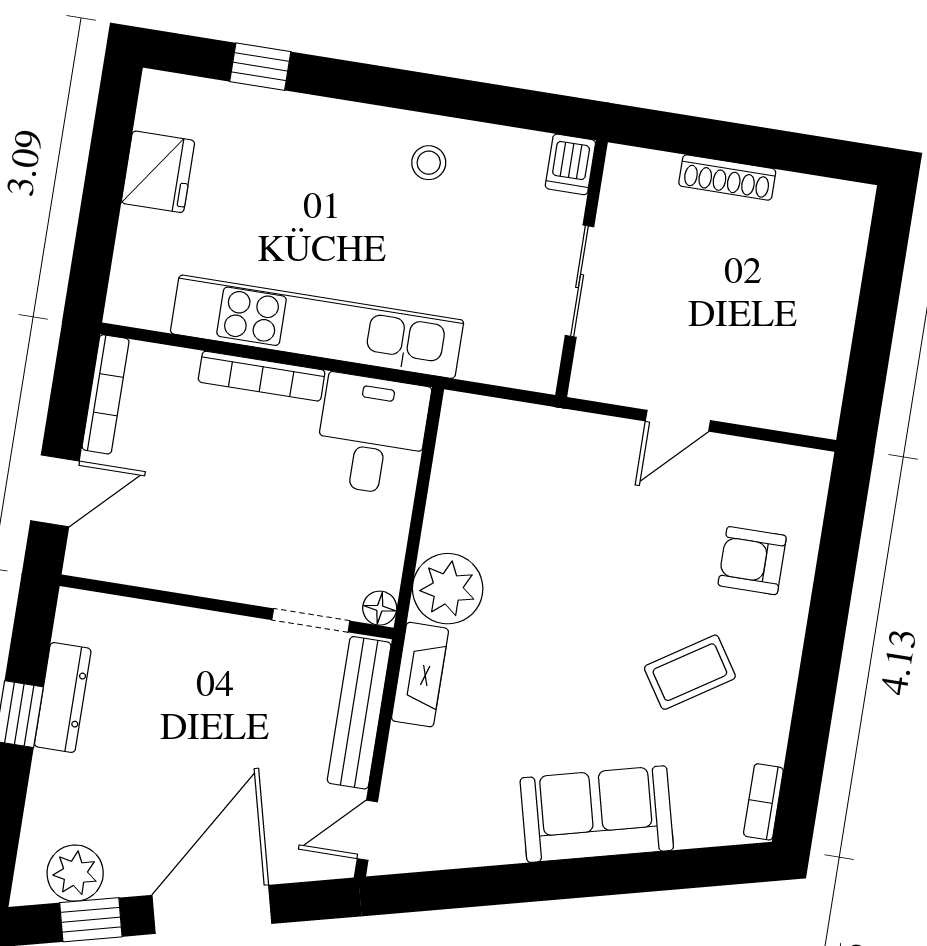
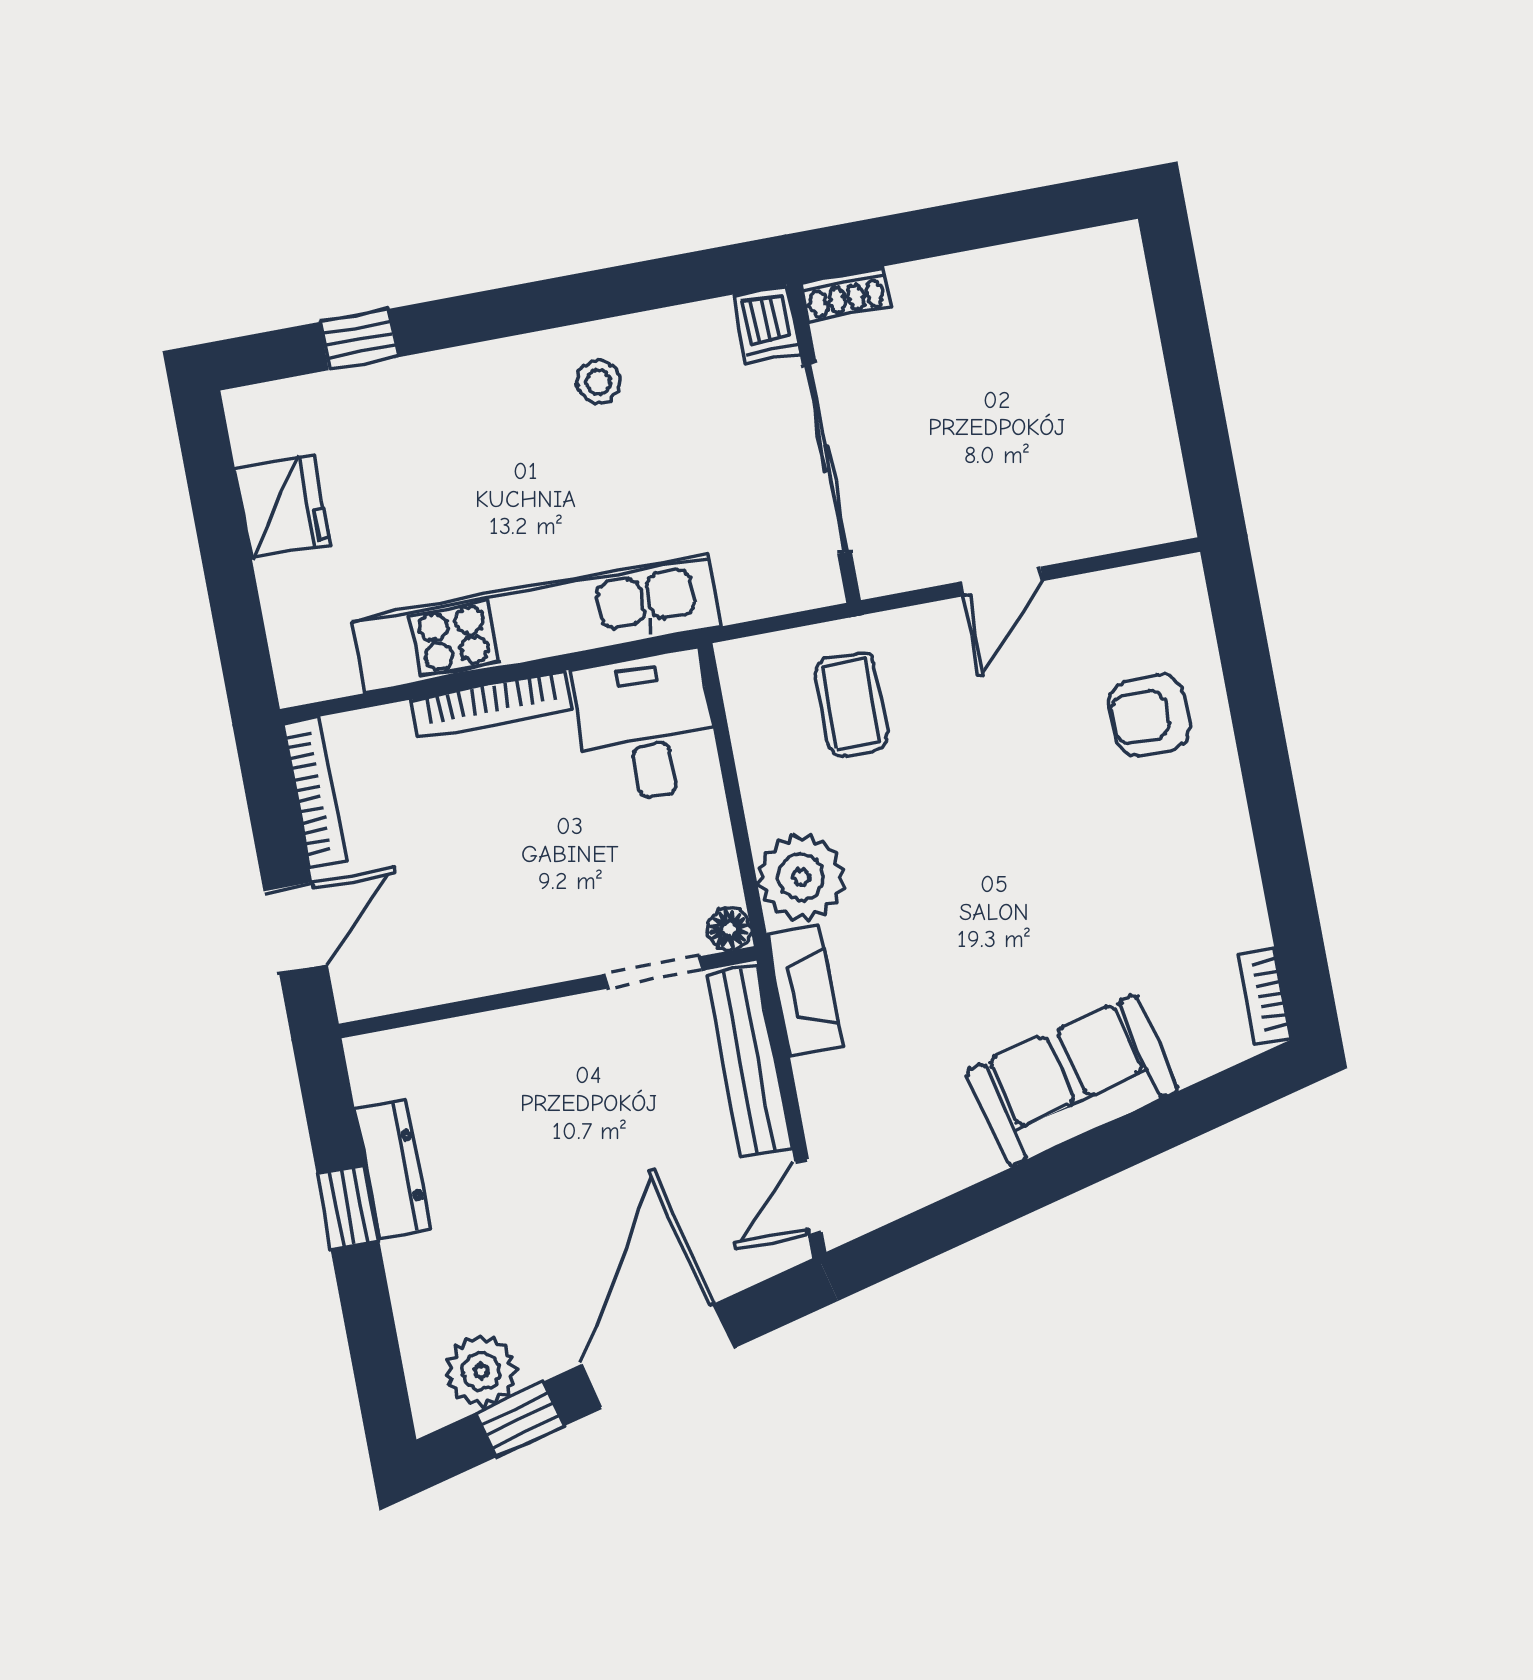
shoe rack: (727, 177) -> (846, 294), moved, width x0.70
sliding door: (580, 281) -> (827, 458), width x1.37
coffee table: (690, 672) -> (851, 705), moved, turned -57

